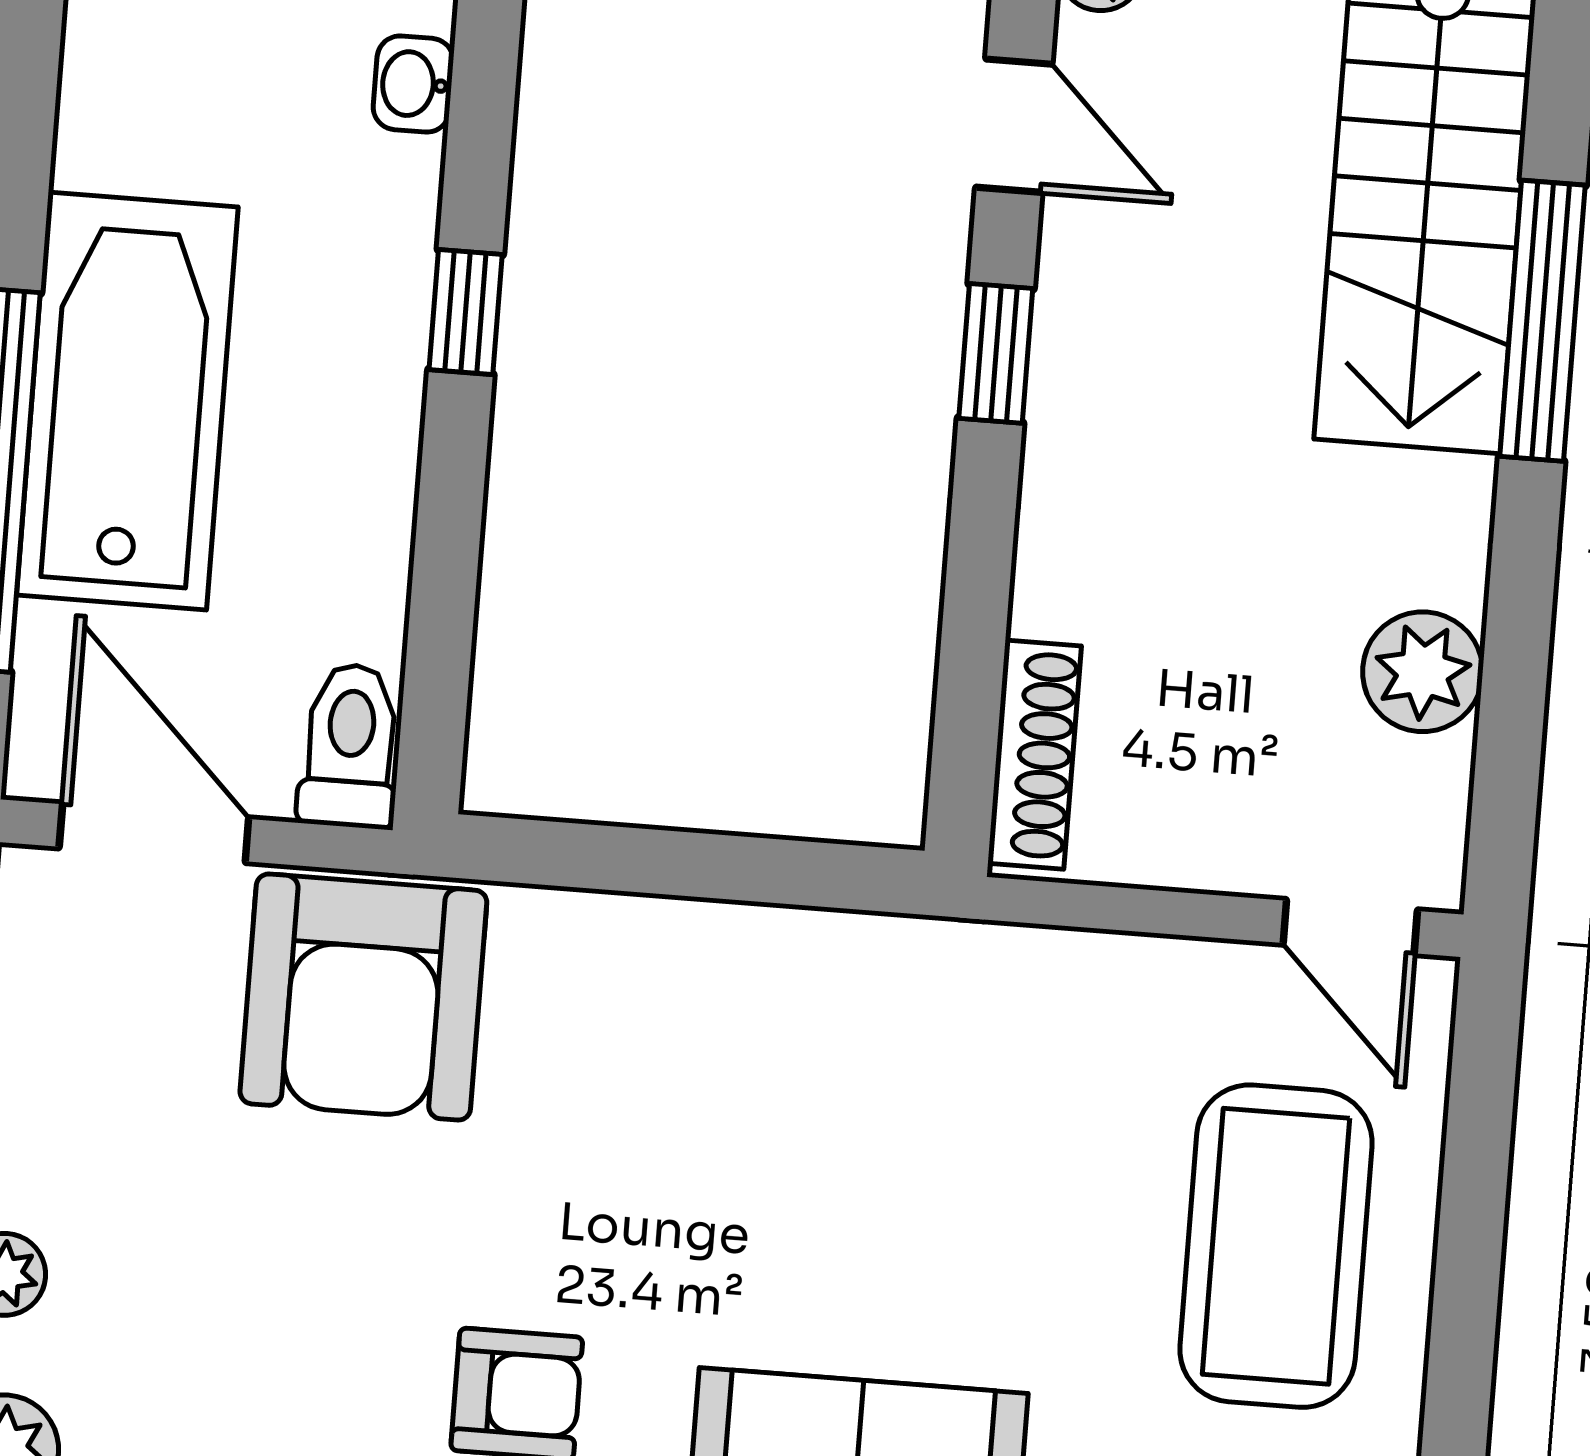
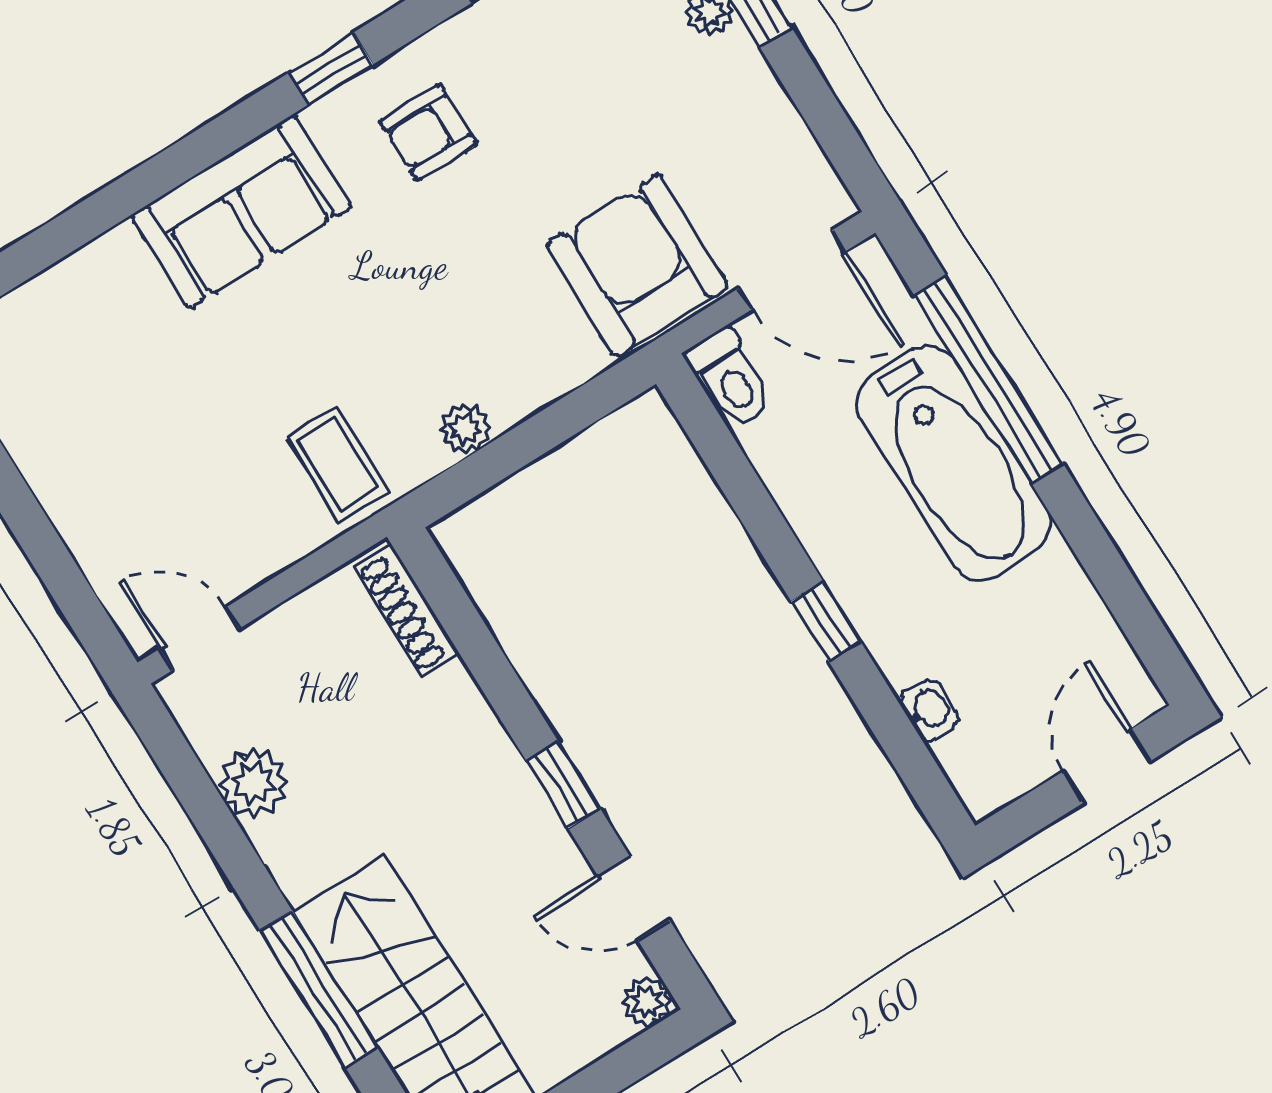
plant: (768, 947) -> (465, 429), added
coffee table: (1276, 1246) -> (338, 465), moved, width x0.54, depth x0.58

